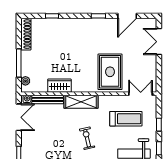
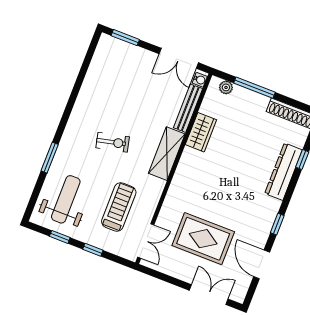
dresser: (64, 25) -> (284, 172), added
rug: (110, 72) -> (203, 239), moved
treadmill: (126, 119) -> (119, 207), turned 180

